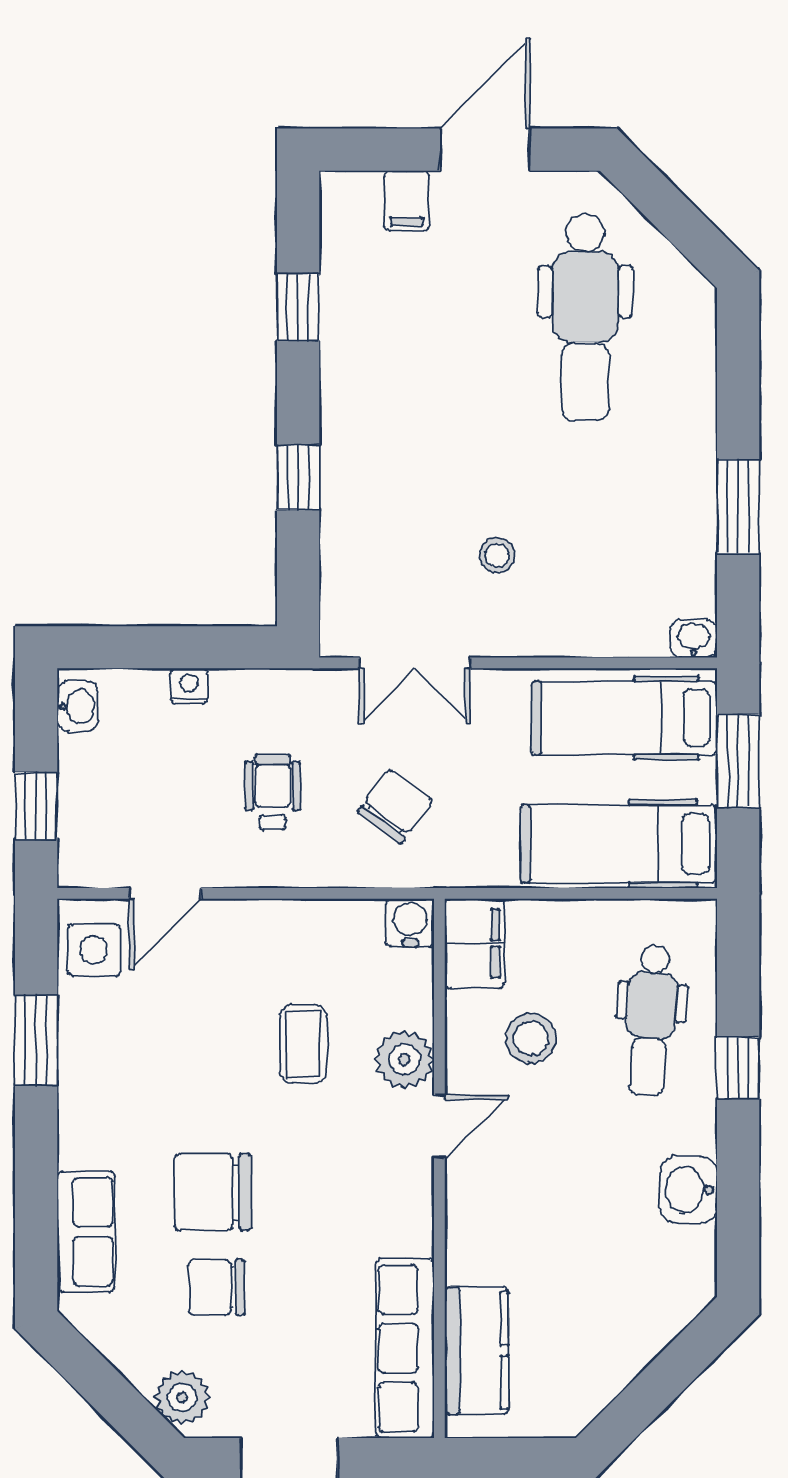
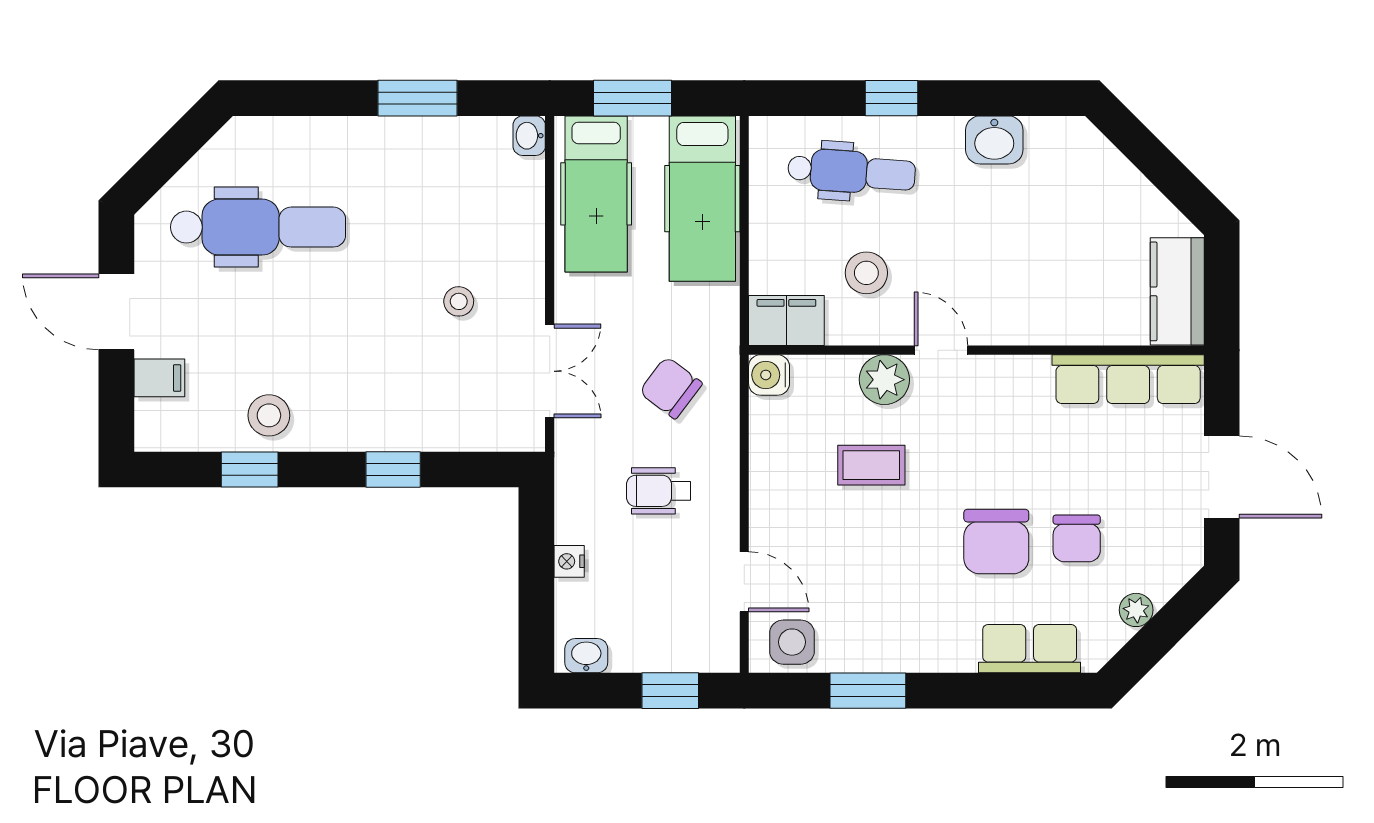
stool: (362, 330) -> (269, 415), added
kitchen counter: (477, 1351) -> (1177, 291), moved, turned -90
plant: (182, 1397) -> (1136, 610), moved, width x0.73, depth x0.73

